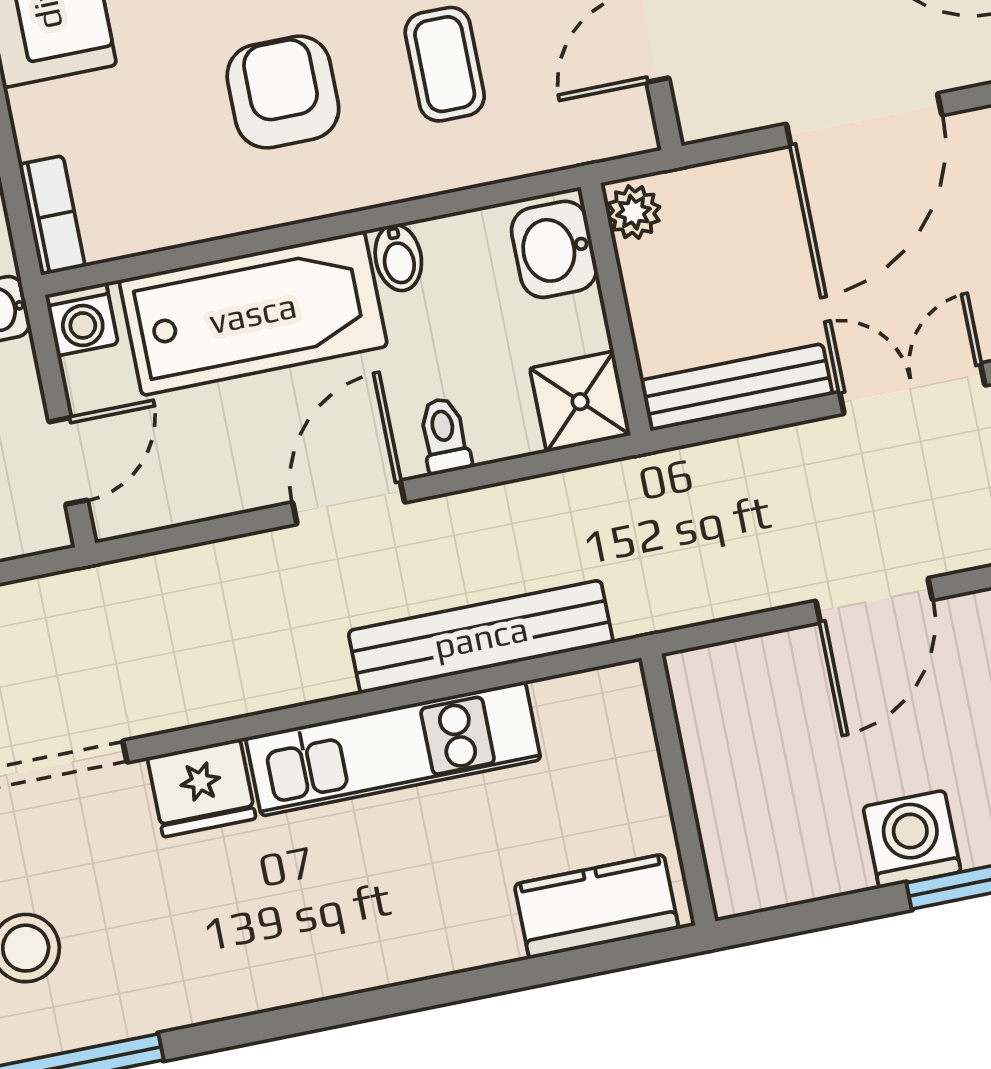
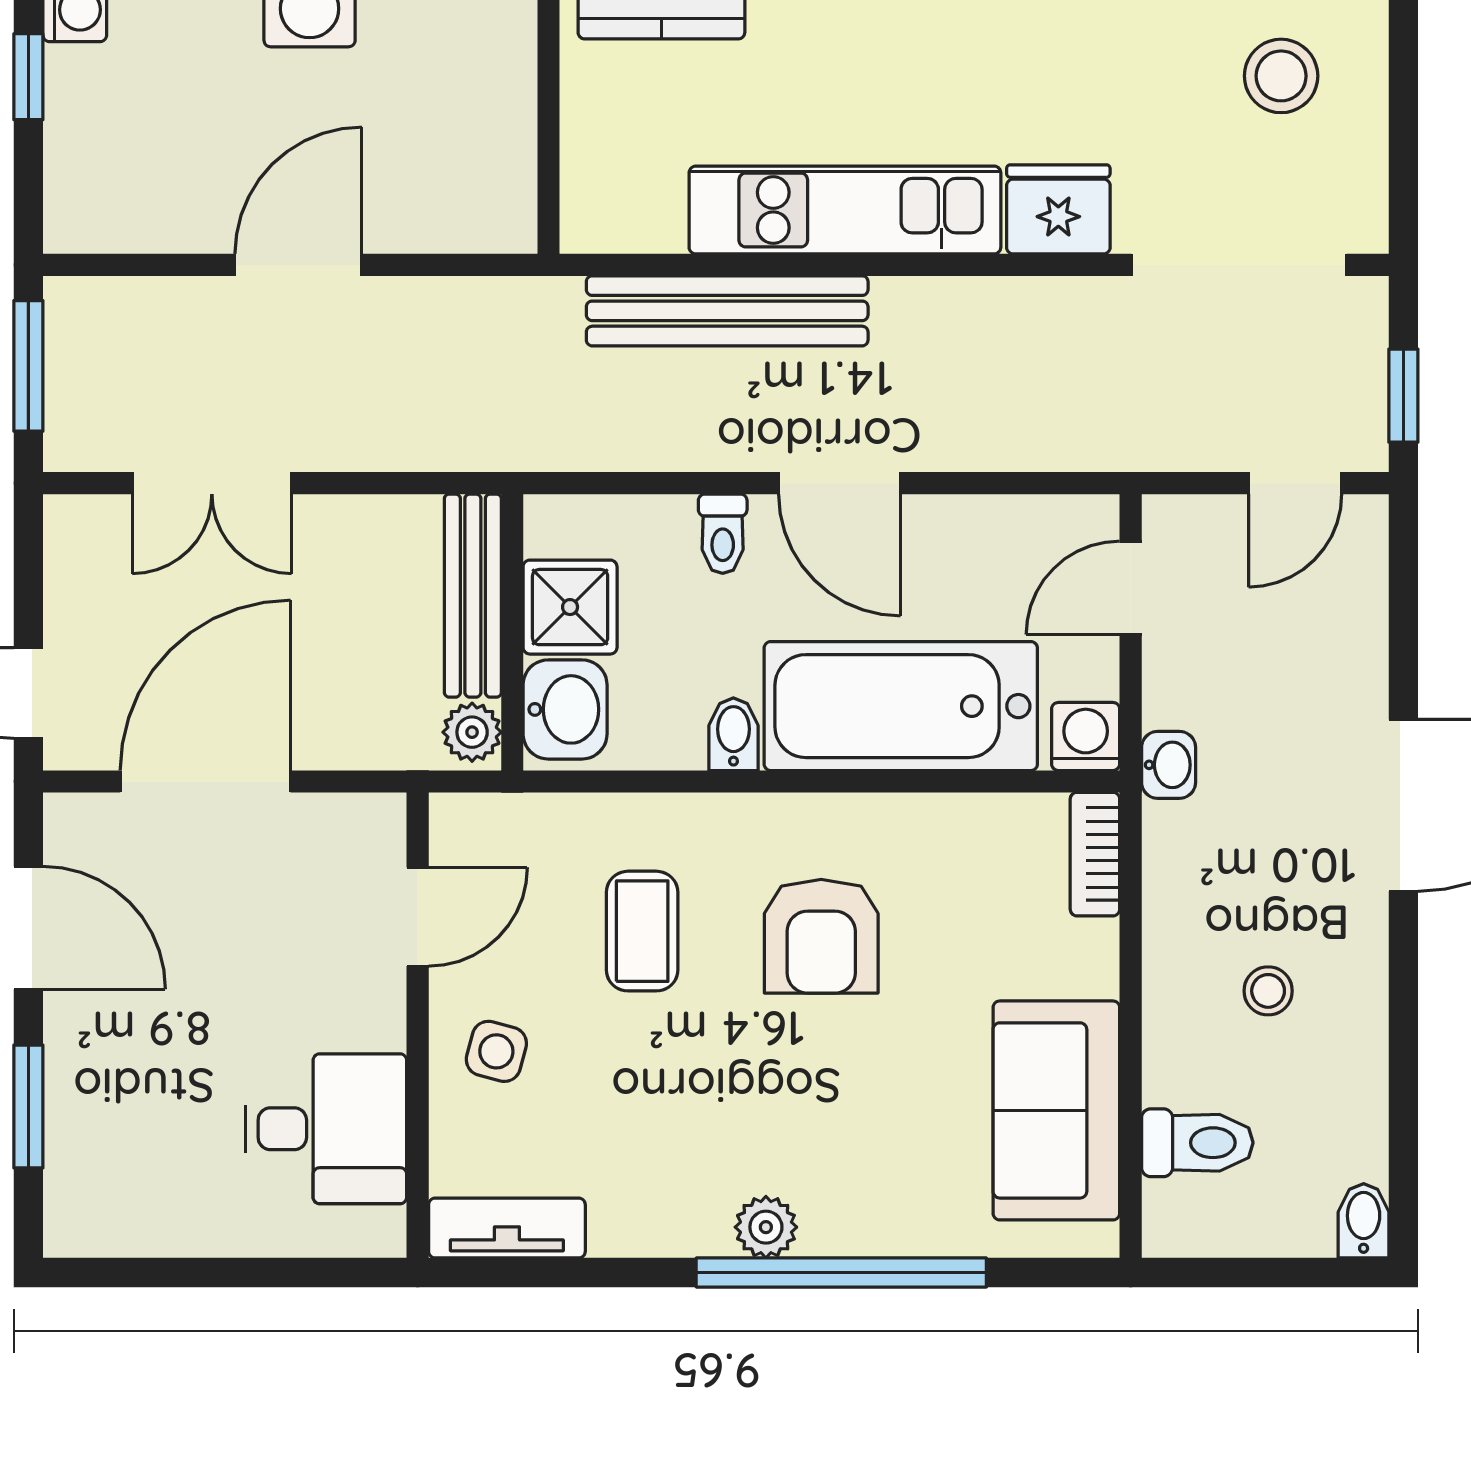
bench: (736, 387) -> (473, 596), moved, turned 90
shower: (580, 402) -> (570, 607), moved
door: (349, 502) -> (839, 483), hinge flipped

